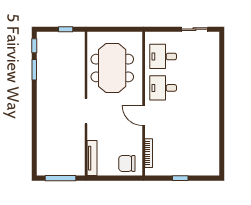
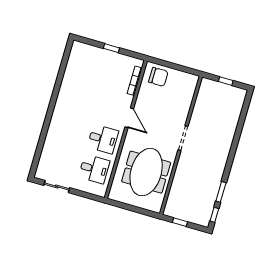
tv unit: (92, 158) -> (190, 92), removed
window: (61, 178) -> (226, 81), width x0.46

